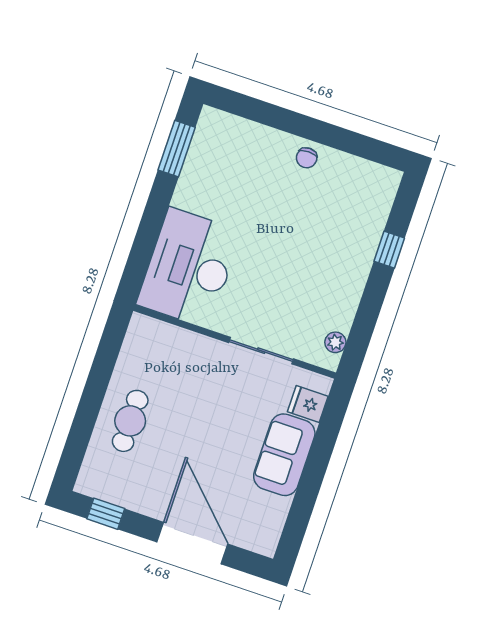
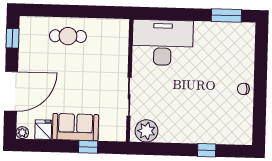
plant: (335, 342) -> (146, 131), width x1.88, depth x1.88
fridge: (308, 404) -> (43, 130), moved
window: (323, 444) -> (88, 147), added
plant: (266, 545) -> (22, 133), added

